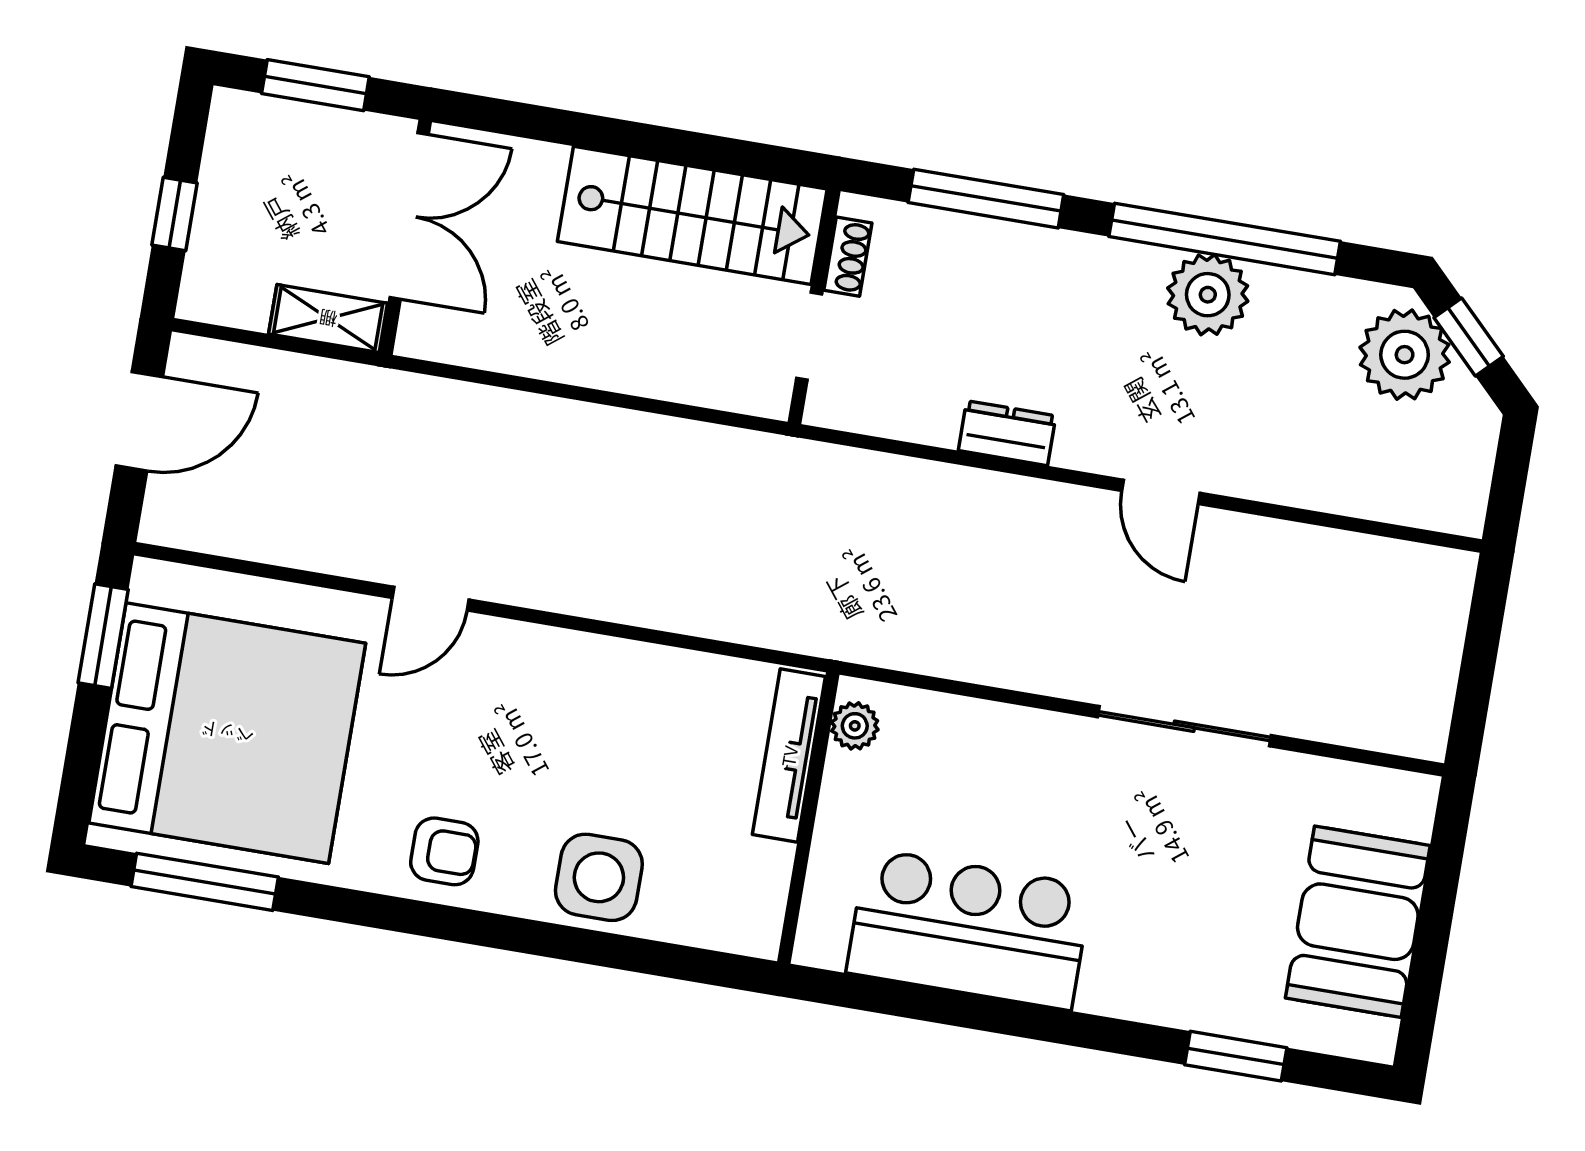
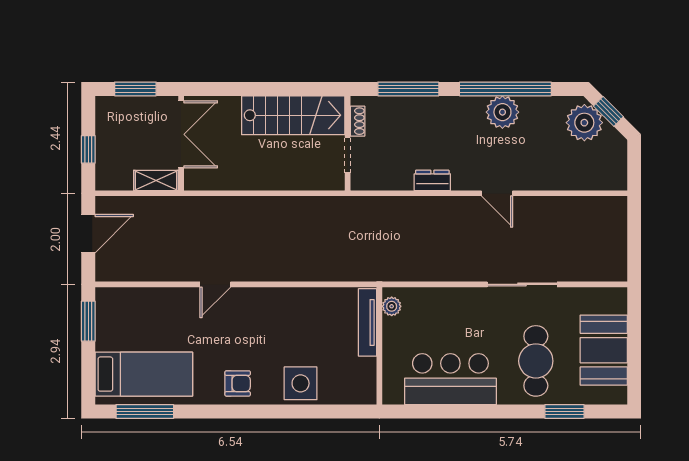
bed: (227, 733) -> (144, 374), width x0.49
cafe table: (1186, 920) -> (536, 361), added

